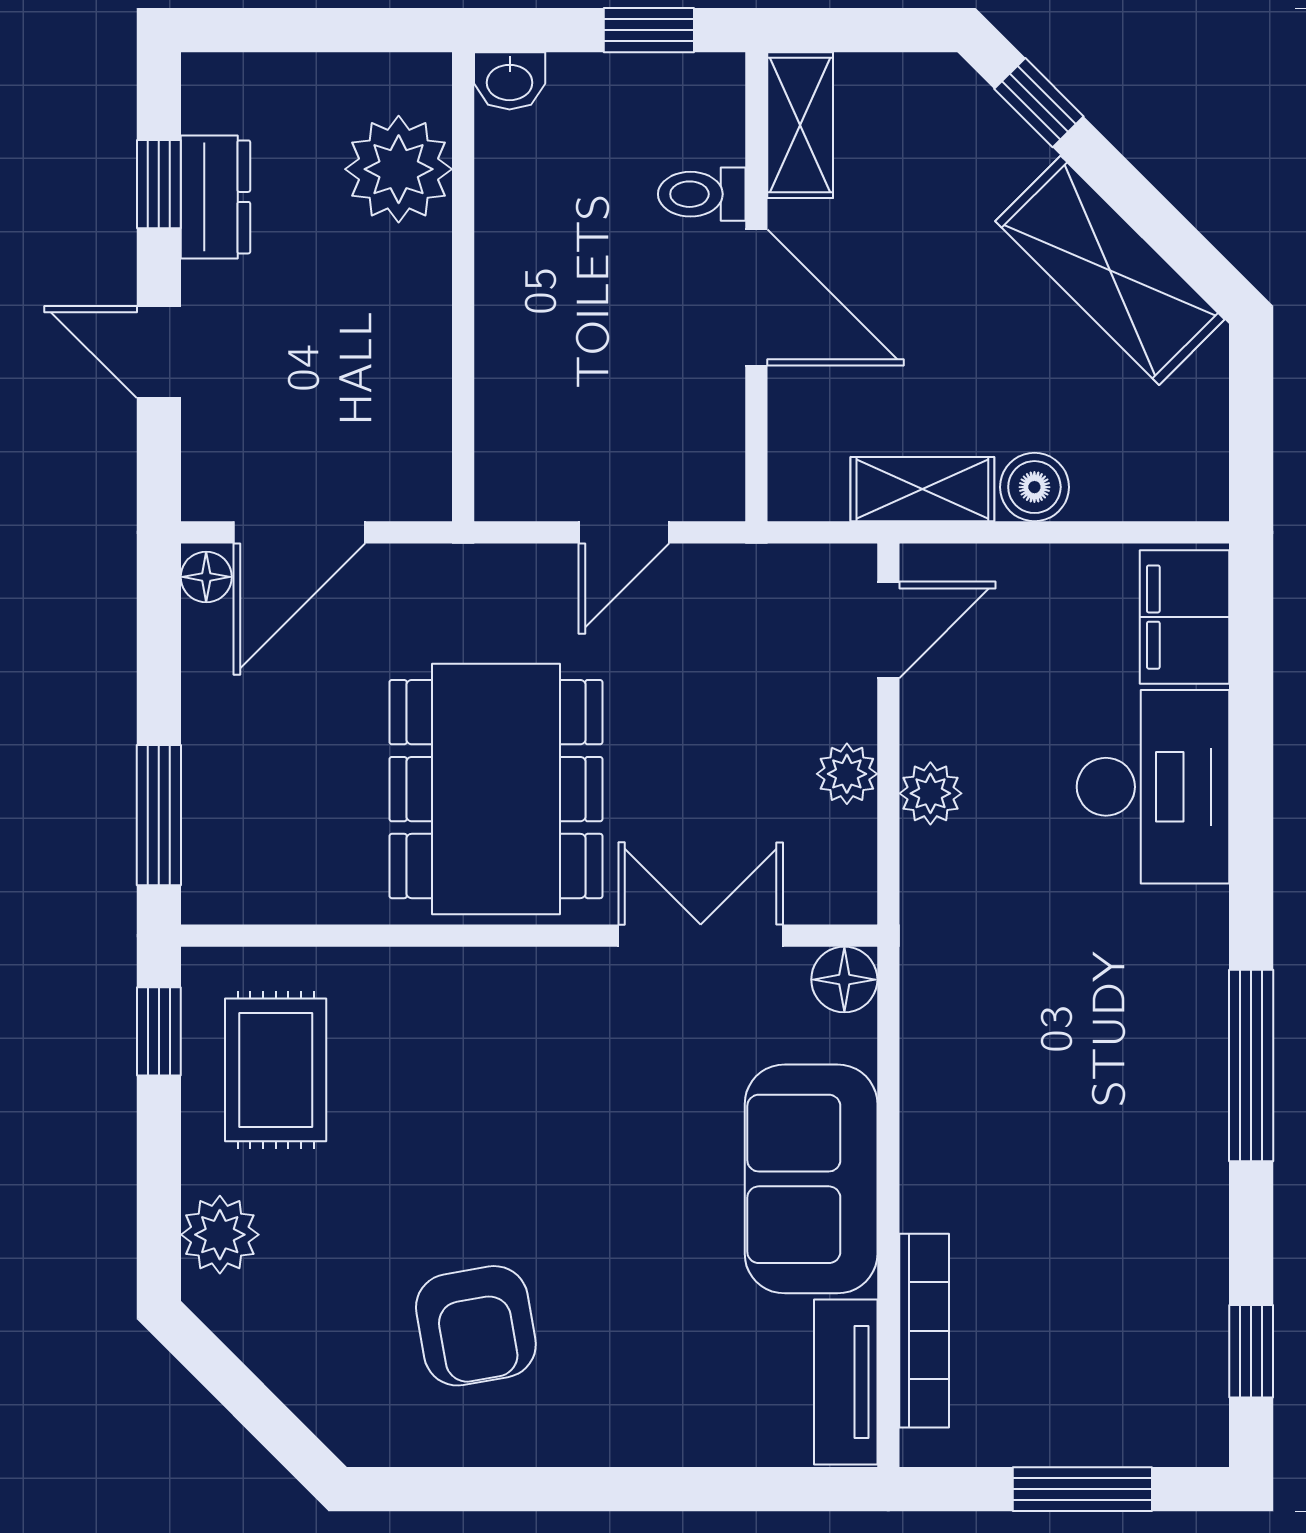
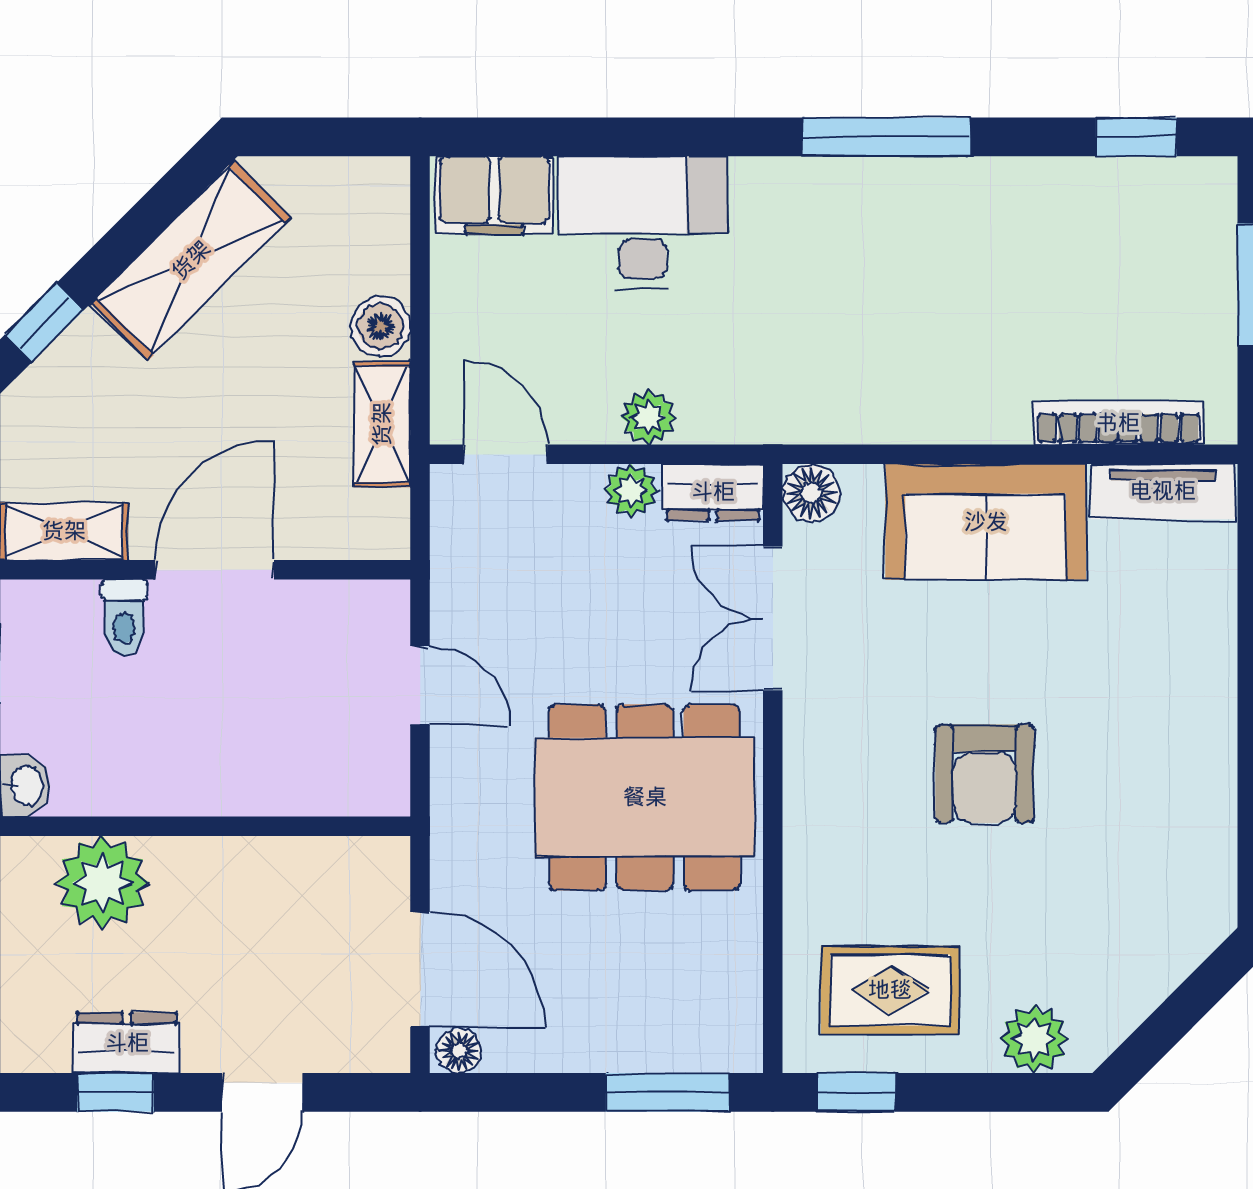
dresser: (845, 867) -> (713, 492), added
armchair: (476, 1326) -> (985, 774), moved, turned 100

